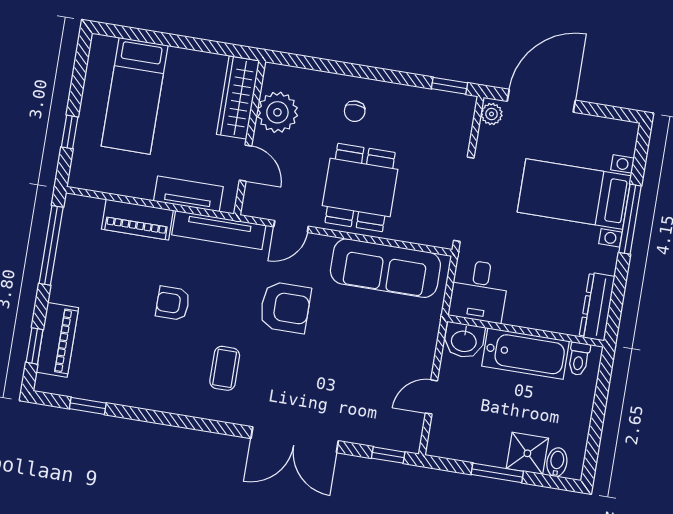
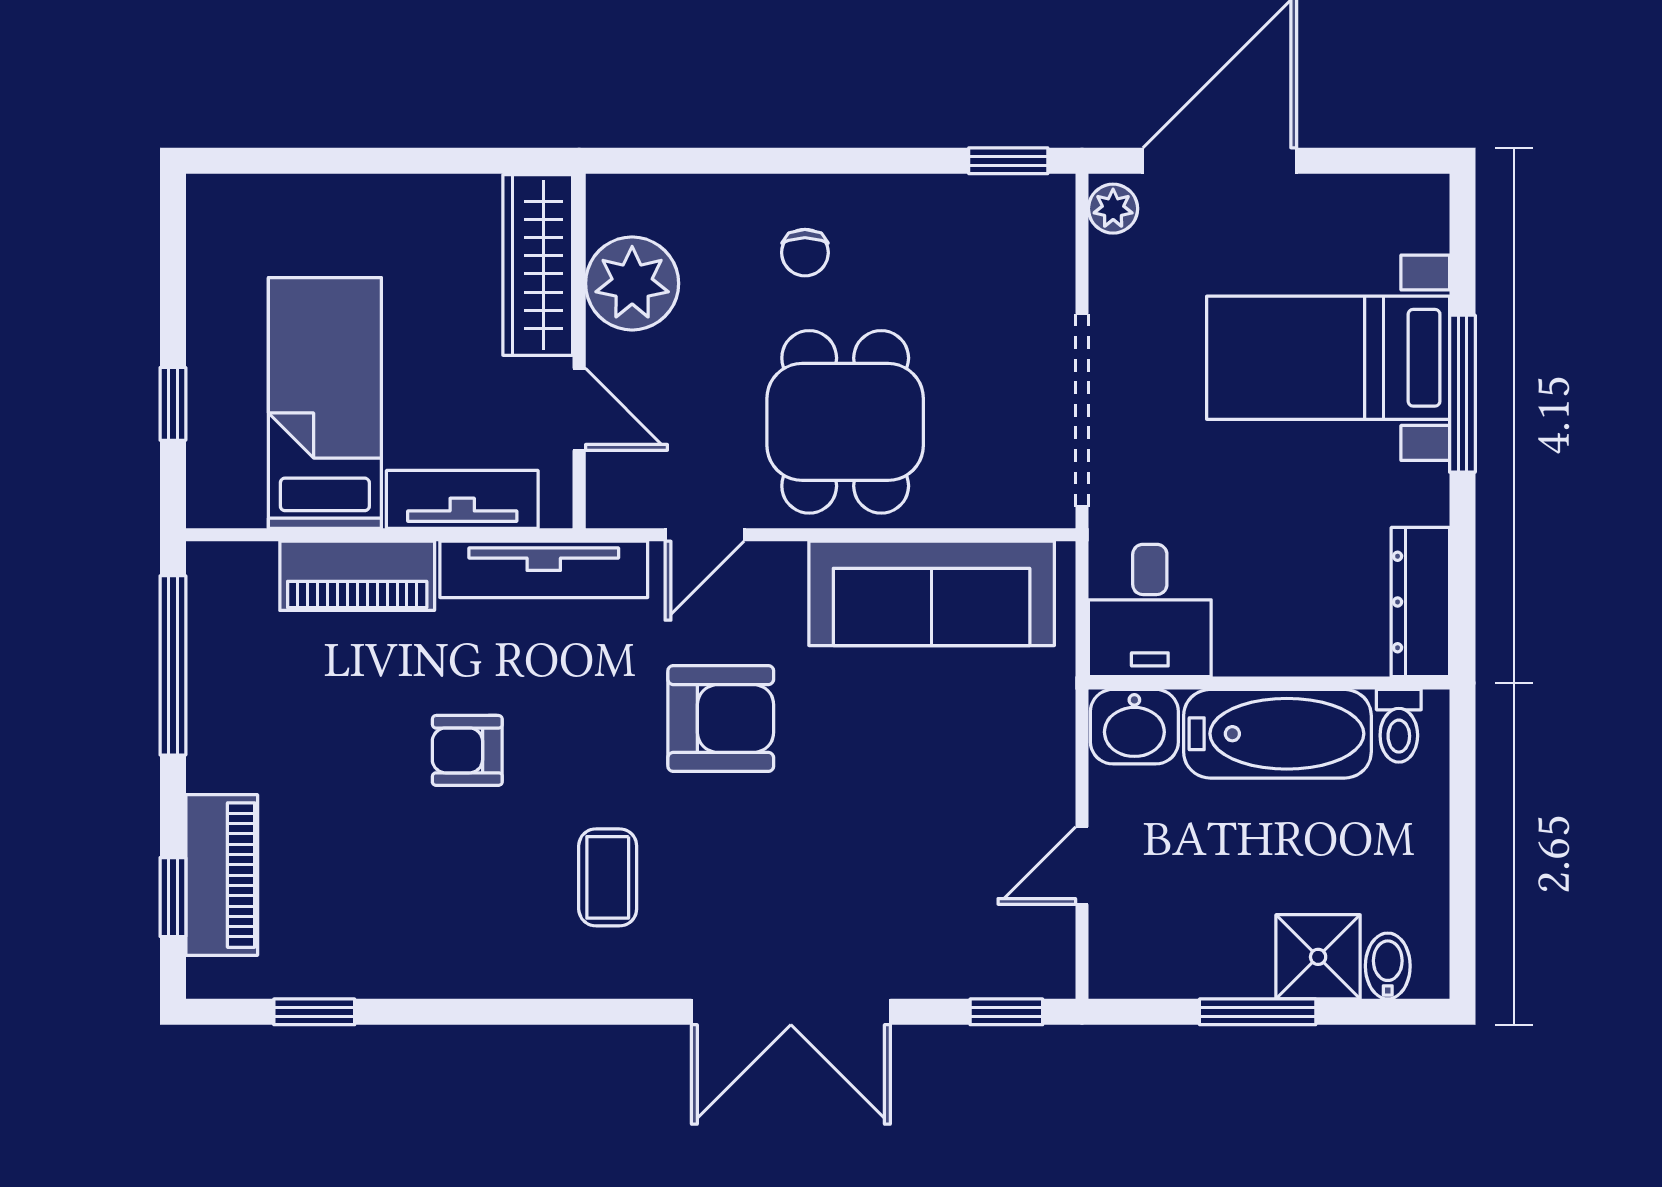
bed: (135, 96) -> (325, 403), moved, turned 180

